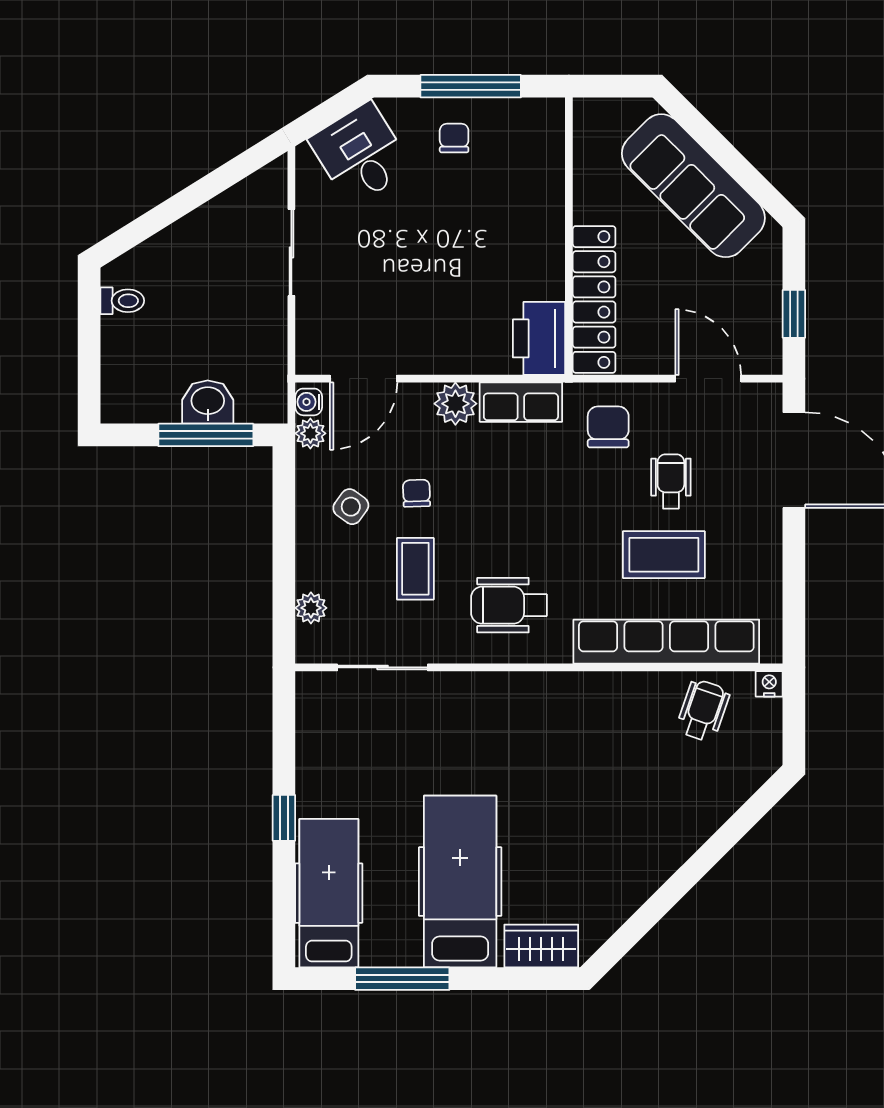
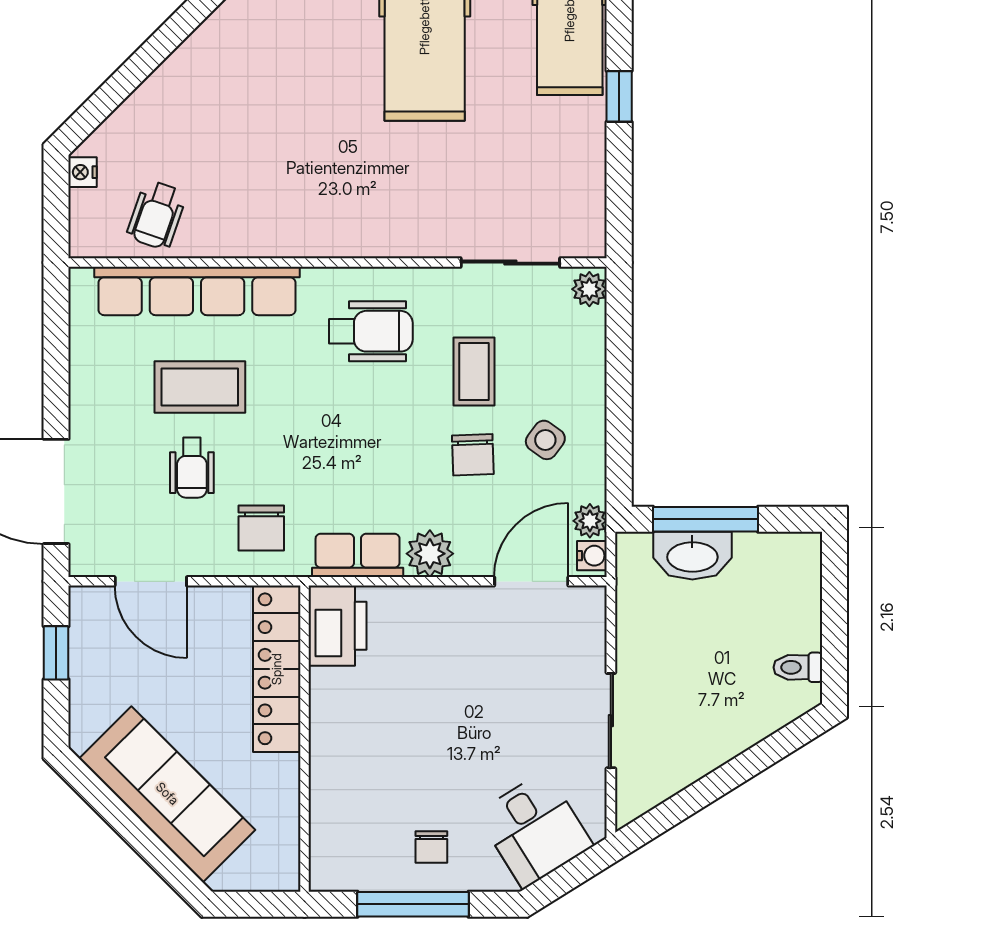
washbasin: (208, 402) -> (692, 556), width x1.38
chair: (417, 493) -> (473, 455), width x1.37, depth x1.37
plant: (311, 608) -> (589, 289), moved
nightstand: (769, 684) -> (83, 172), moved, turned 90

